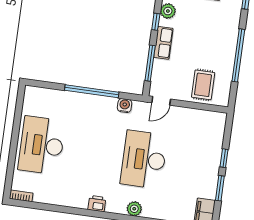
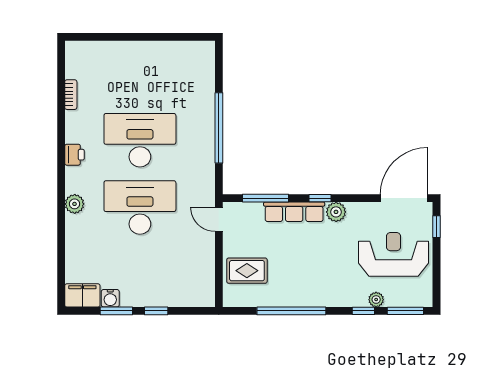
row of seats: (163, 43) -> (294, 212), width x1.48
water cooler: (125, 106) -> (110, 298), moved, turned 90
desk: (42, 145) -> (140, 140), moved
bookcase: (21, 196) -> (71, 95), moved

